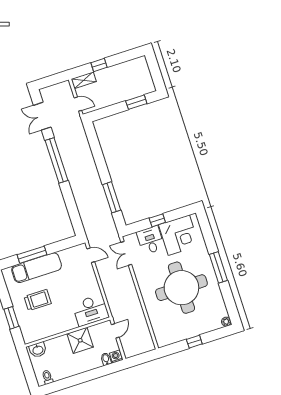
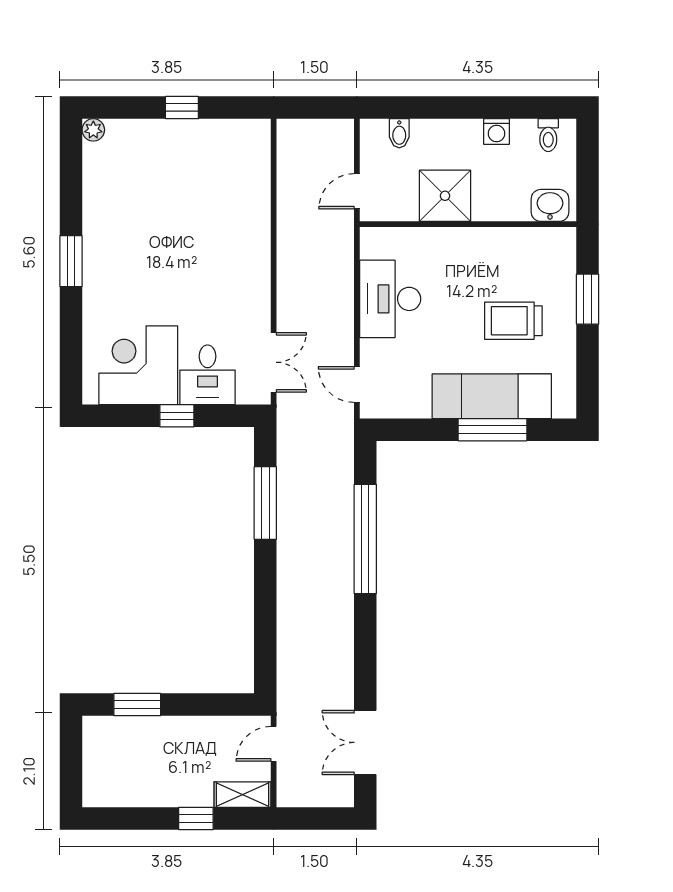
door: (78, 104) -> (274, 744), hinge flipped
double door: (42, 116) -> (365, 742), swing flipped
window: (56, 160) -> (365, 539), moved
window: (218, 267) -> (71, 261), width x0.69
round table: (181, 288) -> (171, 242), removed
desk: (91, 310) -> (390, 299), moved, turned -90
washing machine: (116, 357) -> (497, 131), moved

